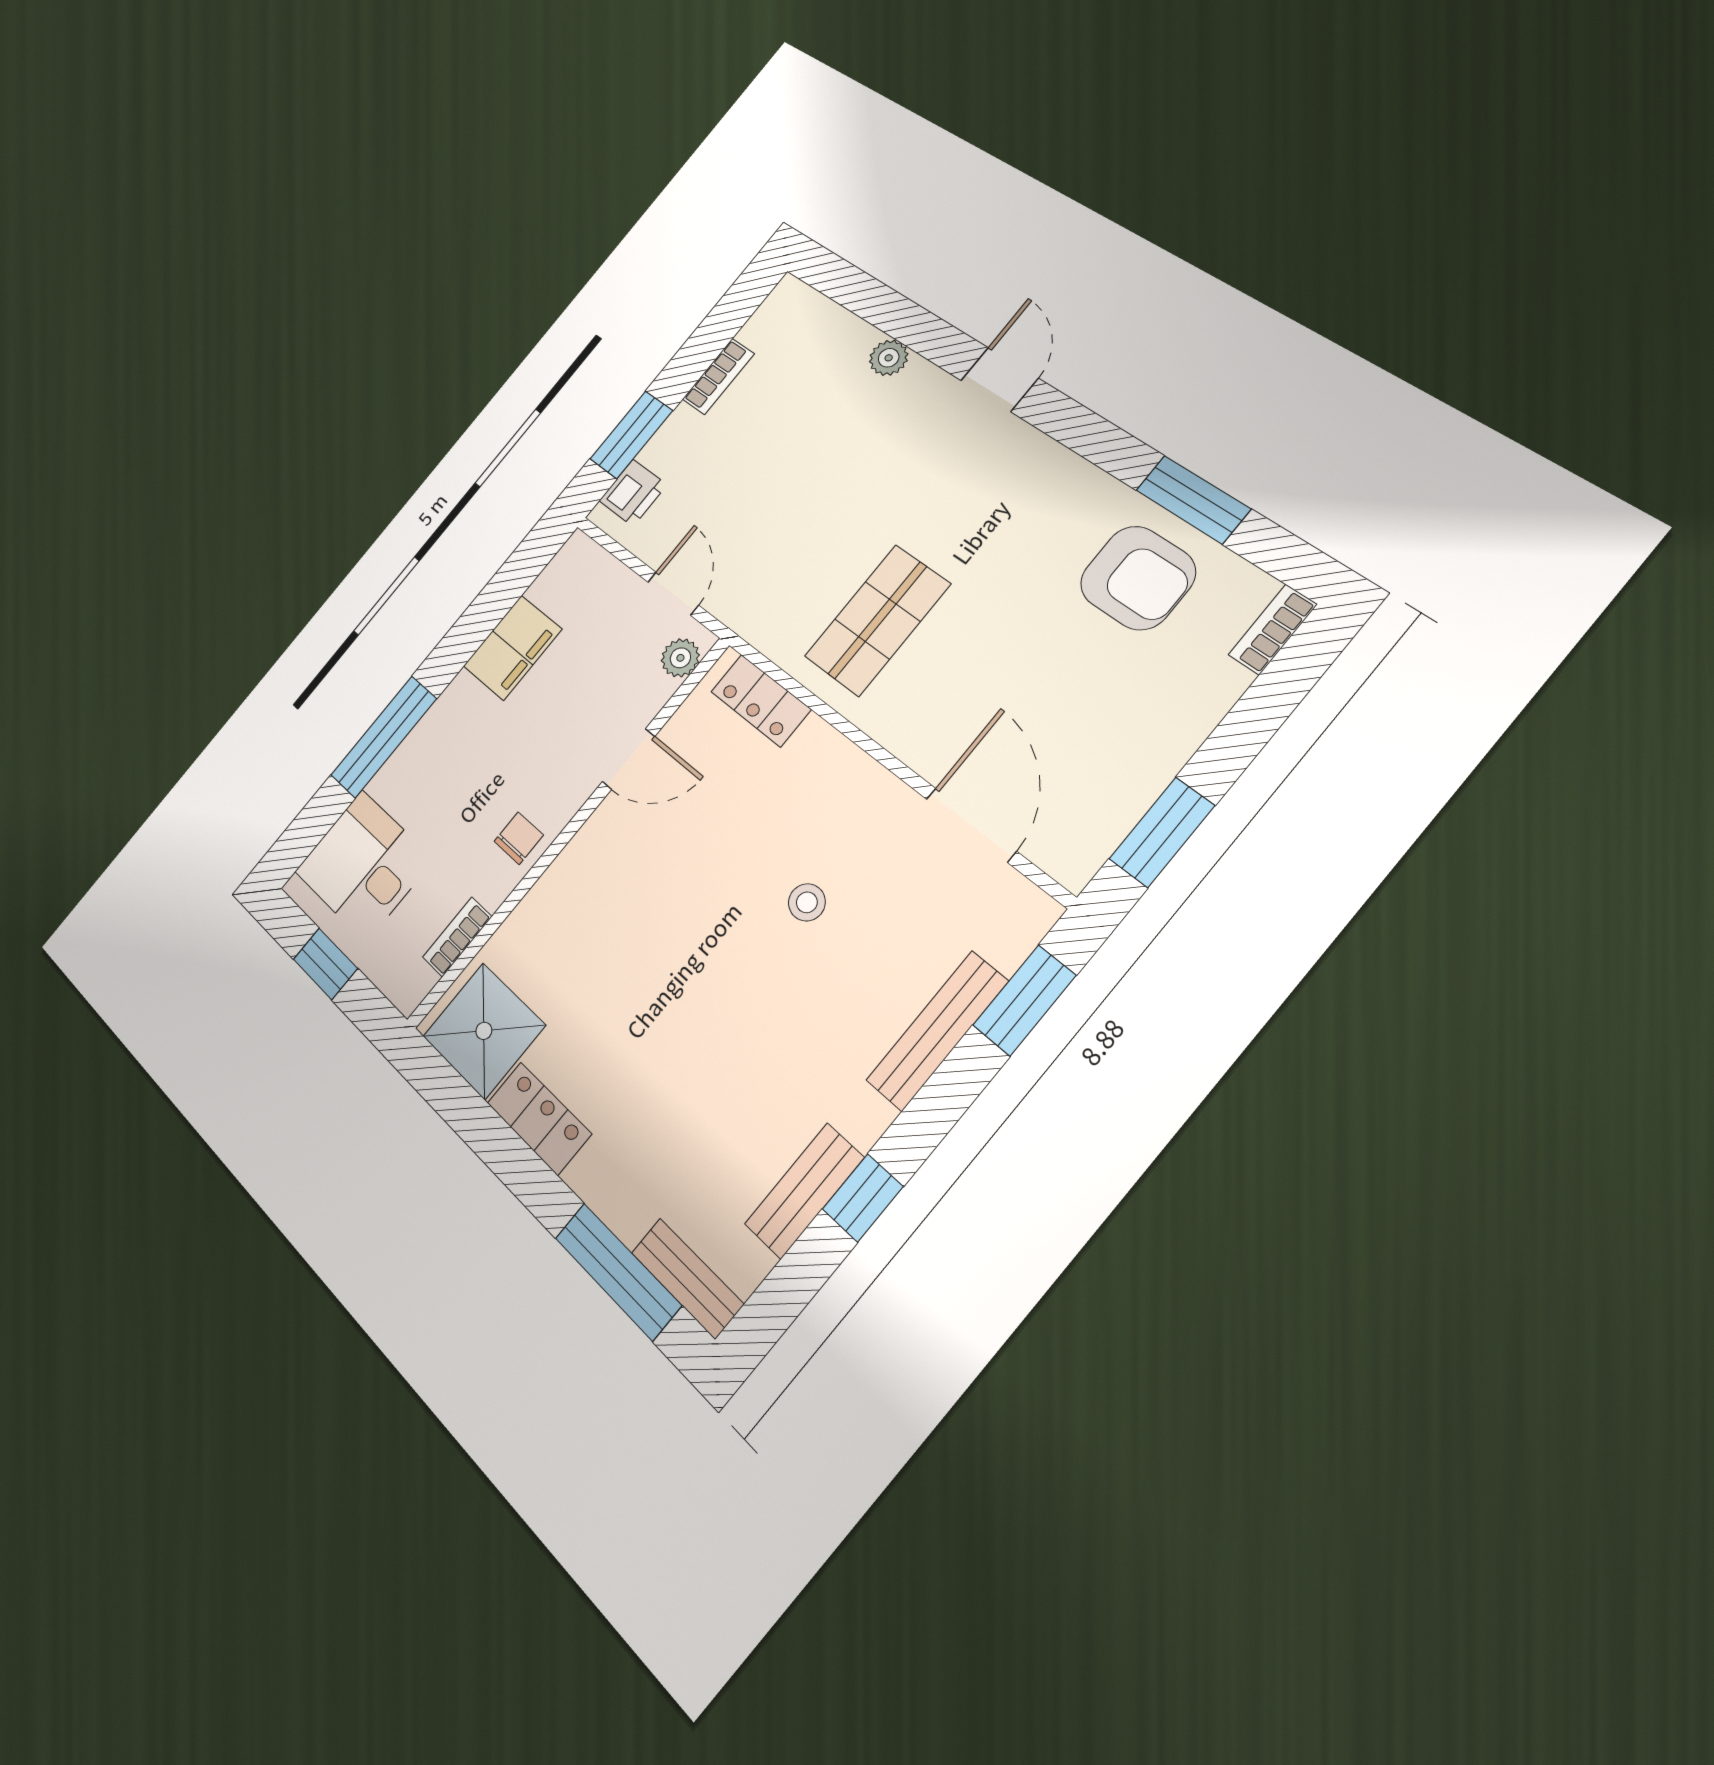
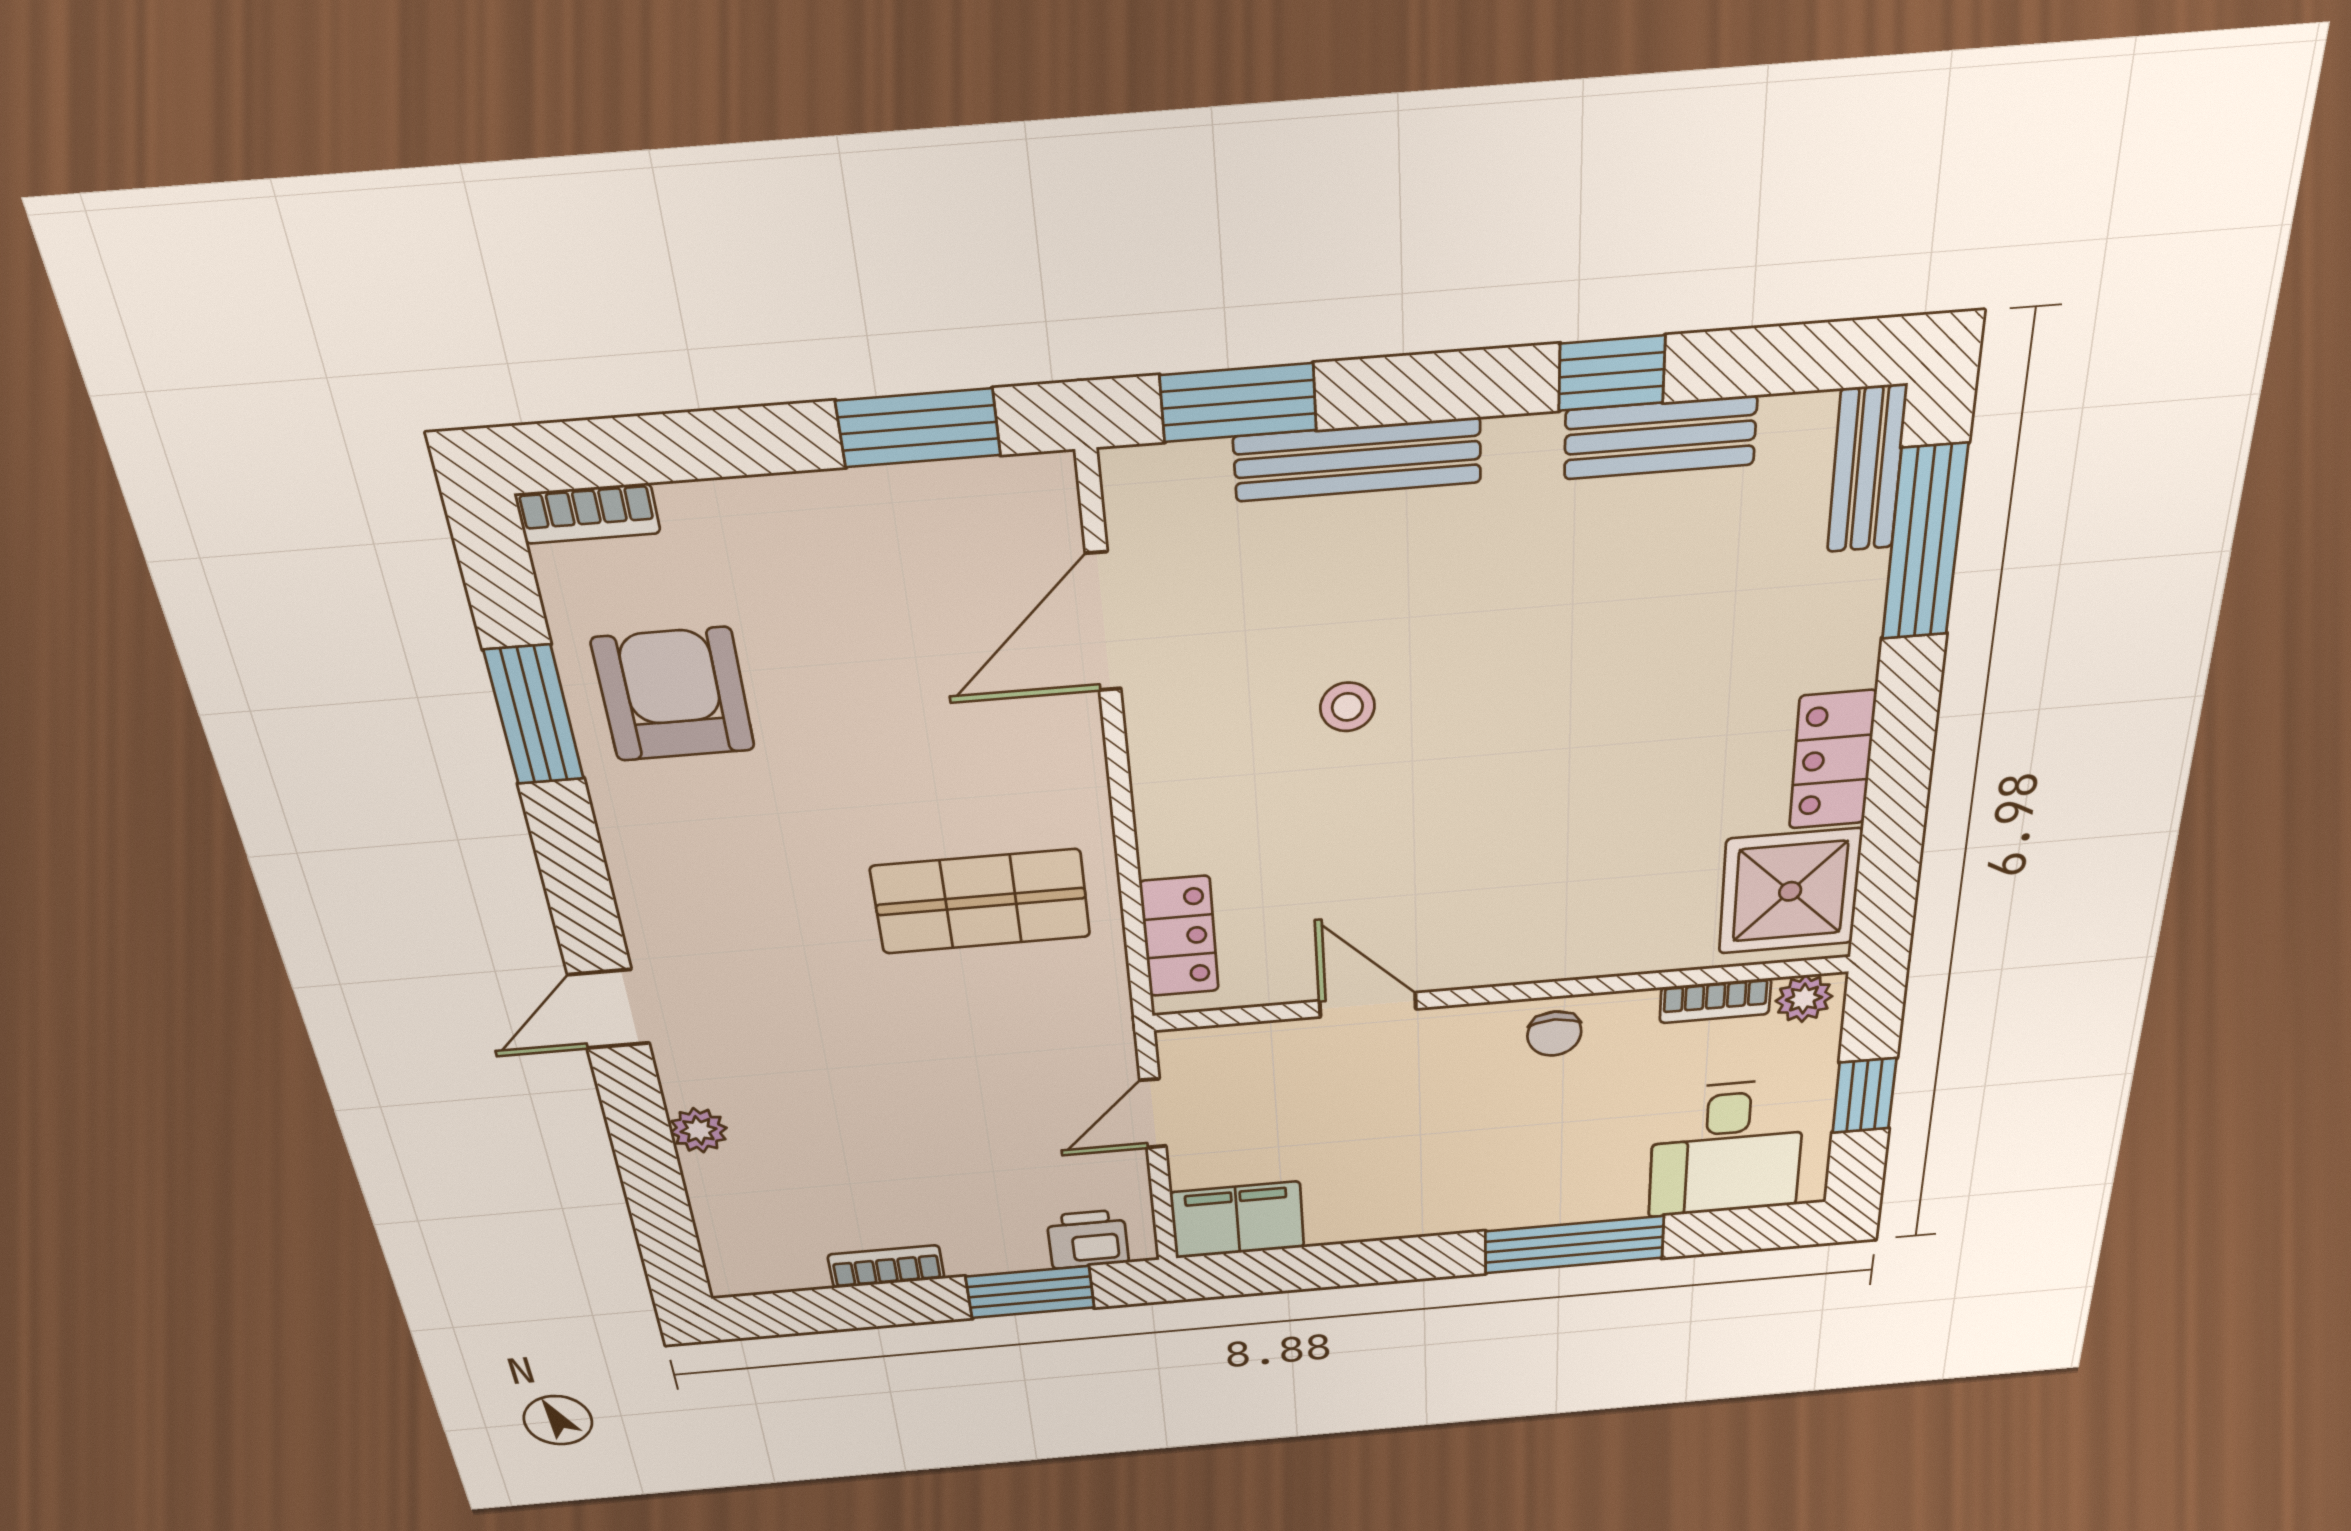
filing cabinet: (512, 648) -> (1237, 1220), moved
plant: (680, 658) -> (1804, 999), moved
chair: (519, 838) -> (1554, 1034), turned -90

